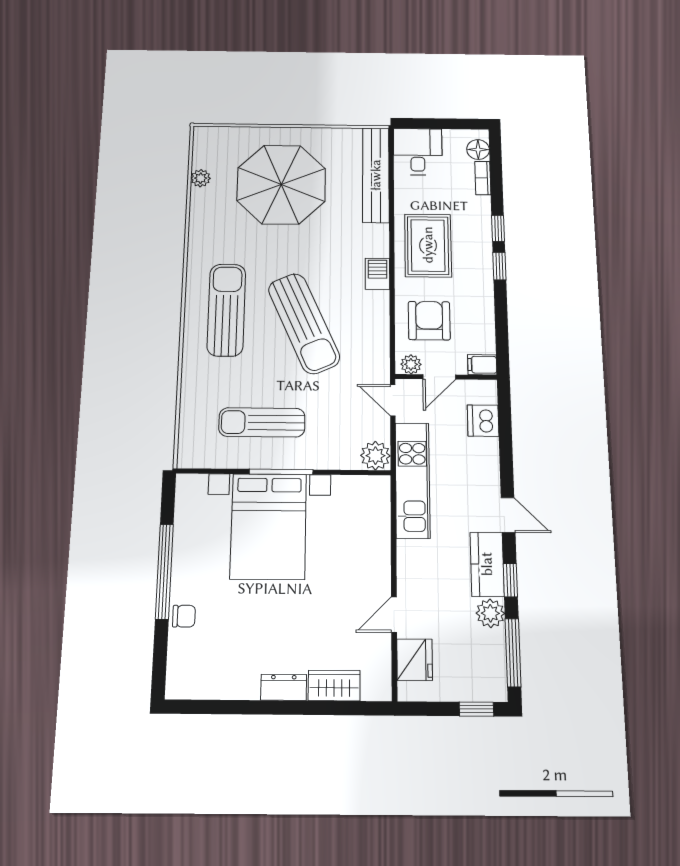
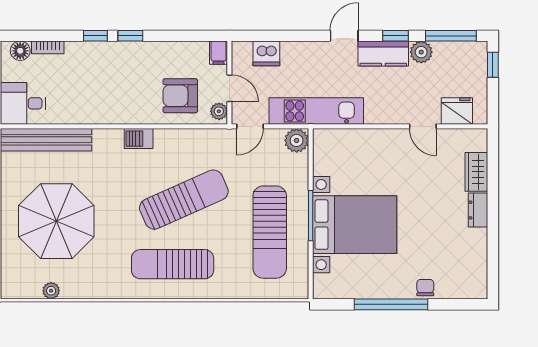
rug: (428, 245) -> (112, 96), removed
sun lounger: (262, 422) -> (270, 232), width x1.36, depth x1.34

